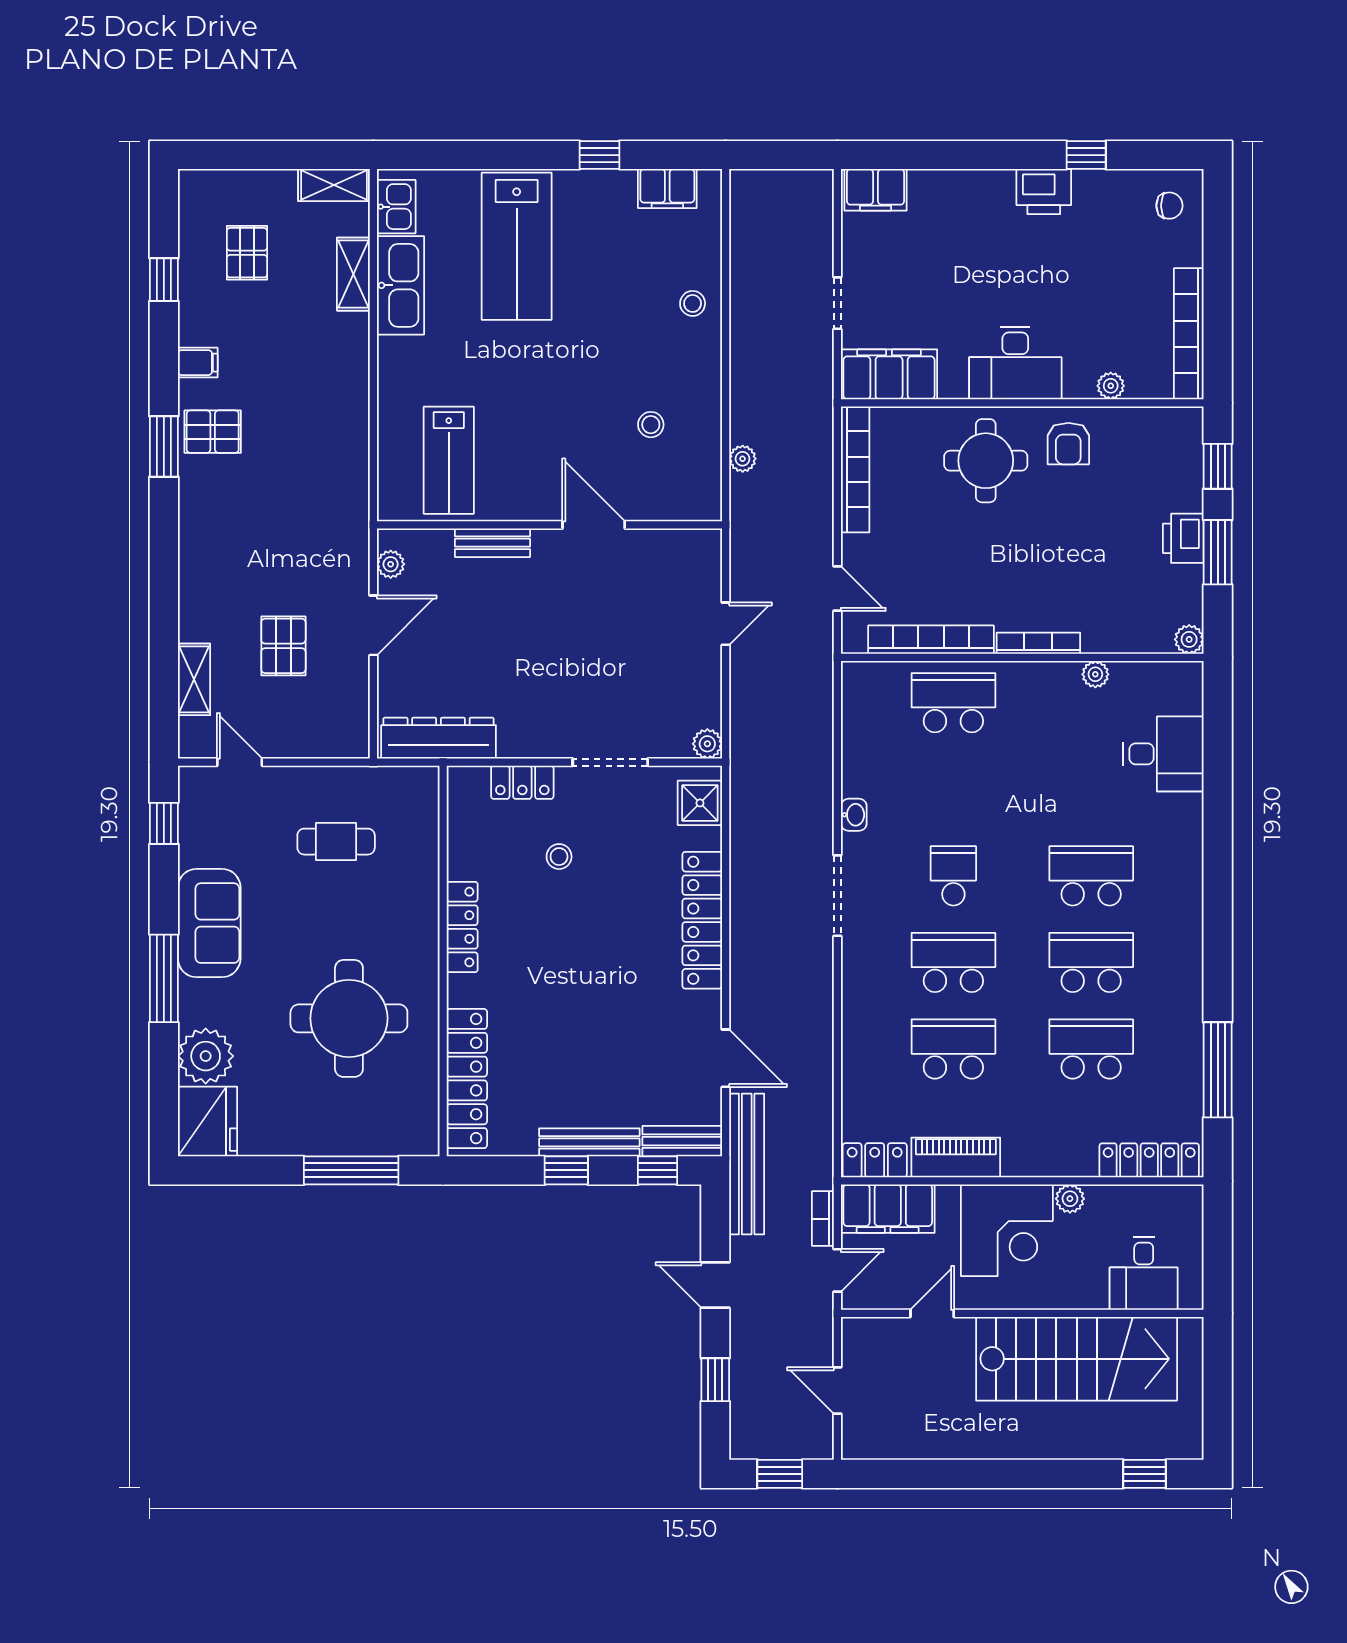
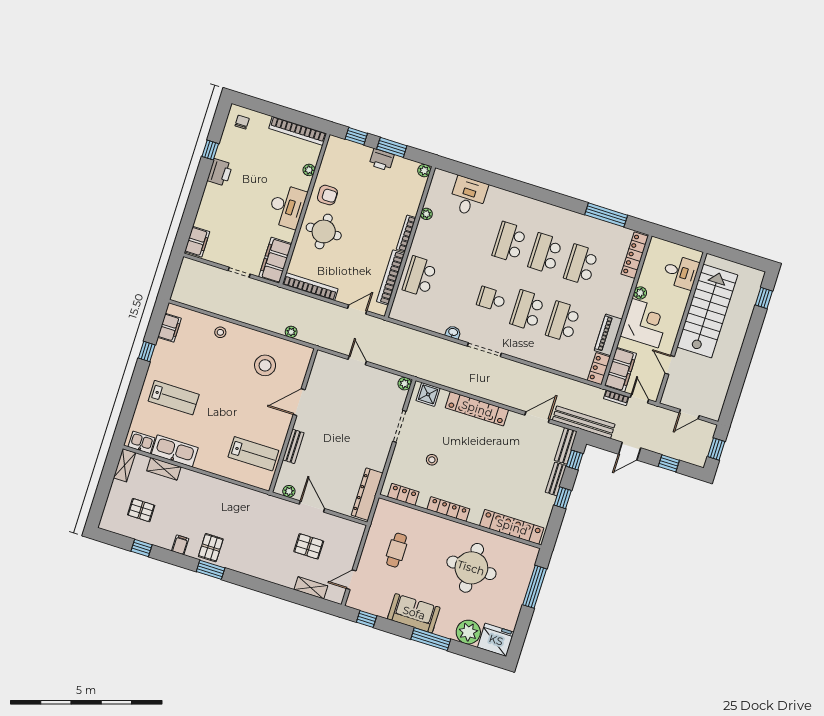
lab bench: (517, 246) -> (174, 398), width x0.73, depth x0.72
stool: (651, 425) -> (265, 365), width x1.89, depth x1.89
locker: (522, 782) -> (403, 494), moved, turned -90
bench: (589, 1142) -> (556, 479), width x0.73

